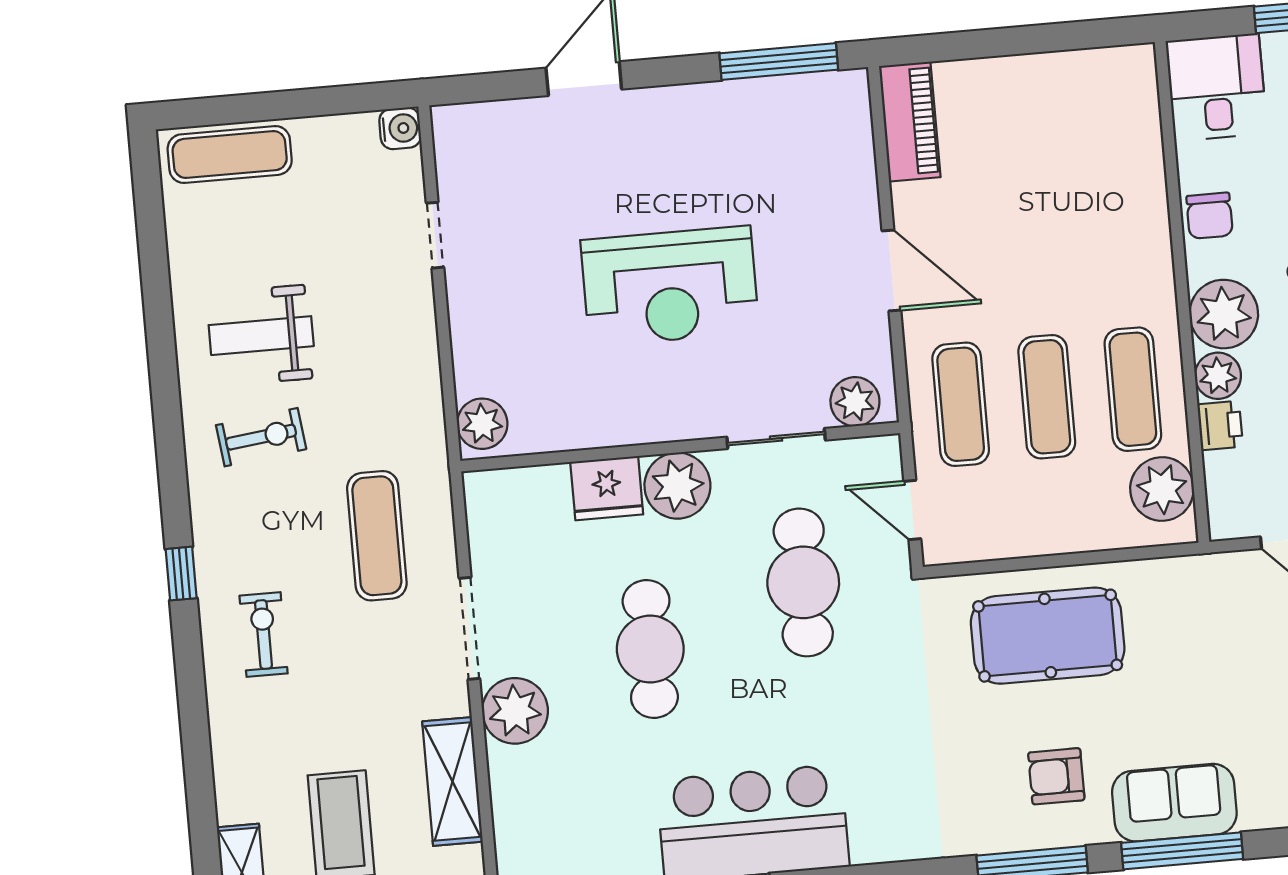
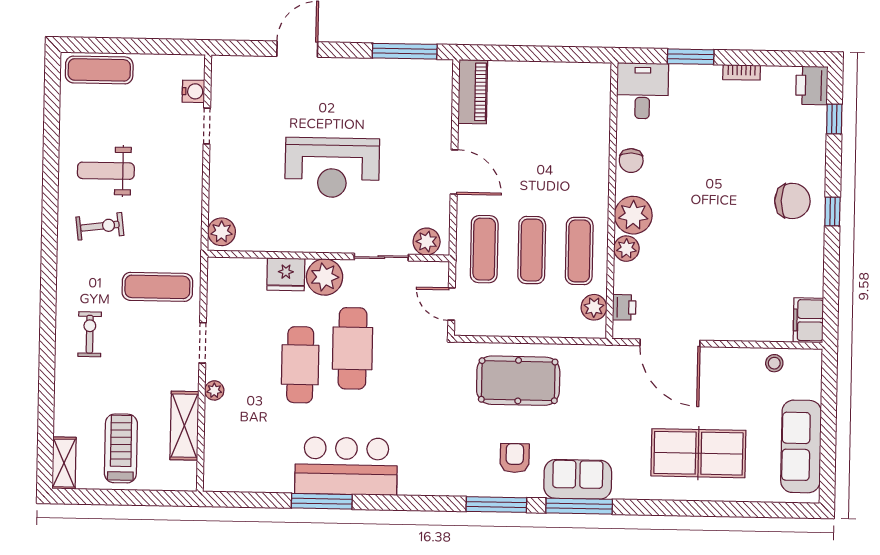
water cooler: (400, 128) -> (193, 91), moved
printer: (1220, 425) -> (624, 307), moved
plant: (1162, 489) -> (594, 307), width x0.73, depth x0.73
exercise mat: (377, 536) -> (157, 287), turned 90
window: (181, 574) -> (48, 296), removed
cafe table: (803, 582) -> (353, 348), moved
doorway: (469, 628) -> (203, 343), width x0.73
plant: (515, 711) -> (214, 390), width x0.53, depth x0.53
armchair: (1056, 776) -> (515, 458), turned 90

